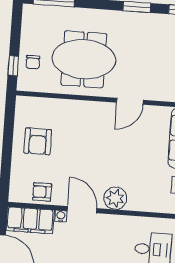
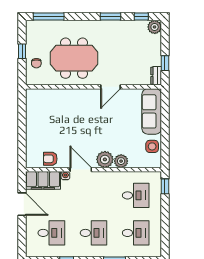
window: (13, 66) -> (22, 51), moved
armchair: (38, 141) -> (44, 122), removed
plant: (137, 202) -> (121, 161), added

